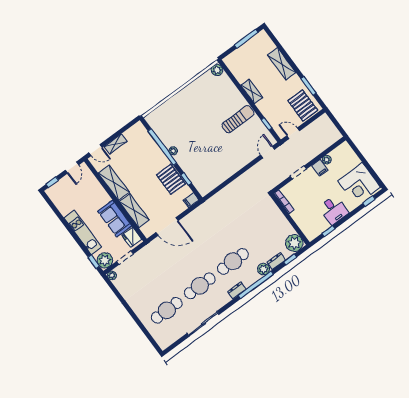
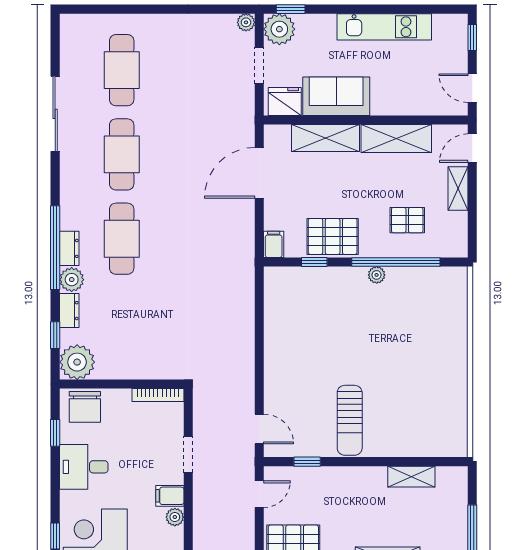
plant: (217, 70) -> (456, 446), removed
shelving: (252, 91) -> (411, 477), moved
pallet: (143, 155) -> (407, 220), added
chair: (310, 227) -> (85, 407), added
kitchen unit: (83, 232) -> (384, 27), moved
dresser: (237, 290) -> (69, 248), moved

